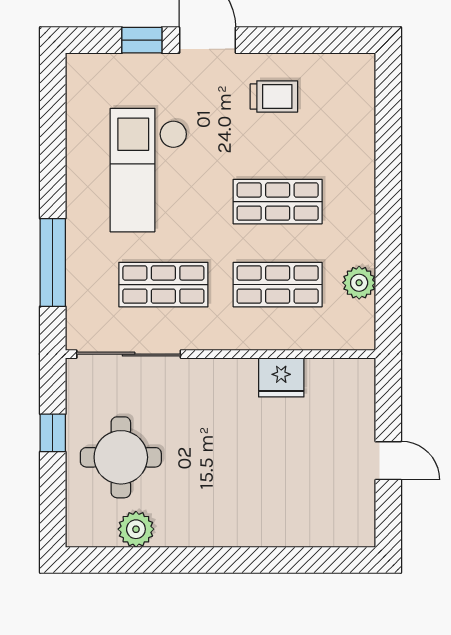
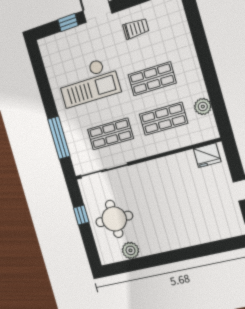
checkout: (149, 170) -> (88, 82), turned -90
fridge: (281, 377) -> (207, 155), moved

